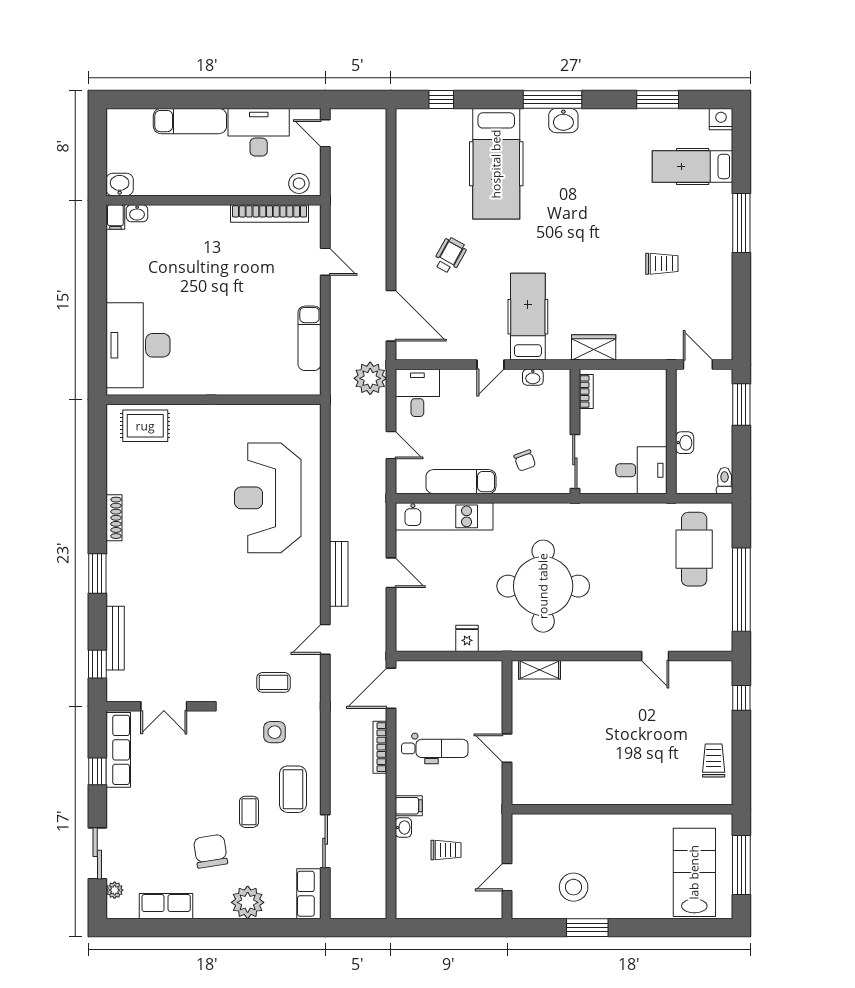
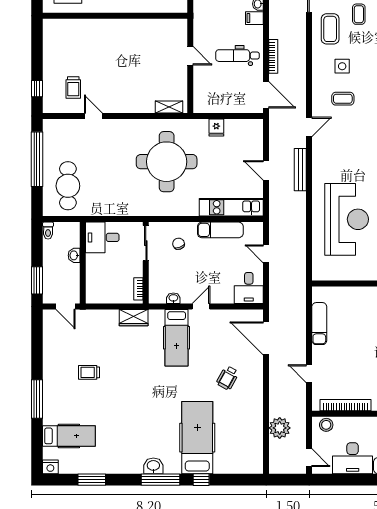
window: (441, 100) -> (201, 480), moved
plant: (370, 378) -> (280, 428), moved
door: (391, 688) -> (266, 95), hinge flipped
trolley: (714, 761) -> (73, 88), moved

